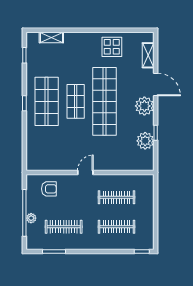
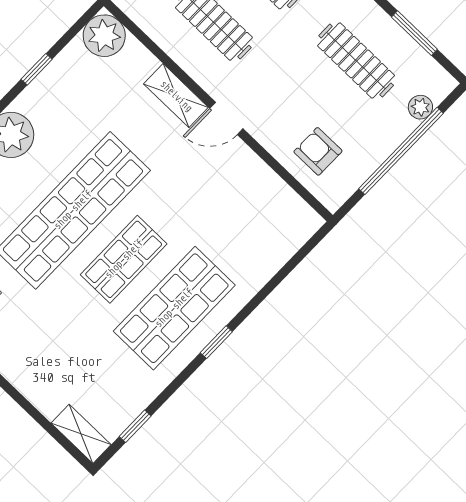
shelving: (51, 38) -> (81, 434), moved
plant: (145, 141) -> (104, 36), moved
shelving: (107, 165) -> (176, 96), added
plant: (31, 218) -> (420, 107), moved

